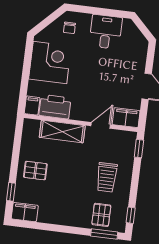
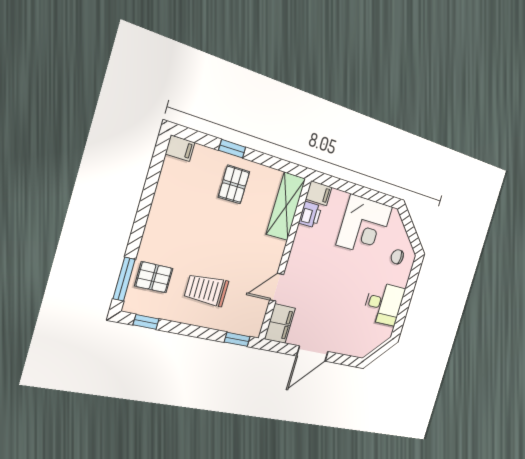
printer: (55, 107) -> (310, 215), width x0.53, depth x0.68
door: (101, 125) -> (277, 287), swing flipped
shelving: (62, 132) -> (286, 206), moved
window: (11, 192) -> (232, 149), moved
filing cabinet: (25, 212) -> (180, 148), width x0.50

